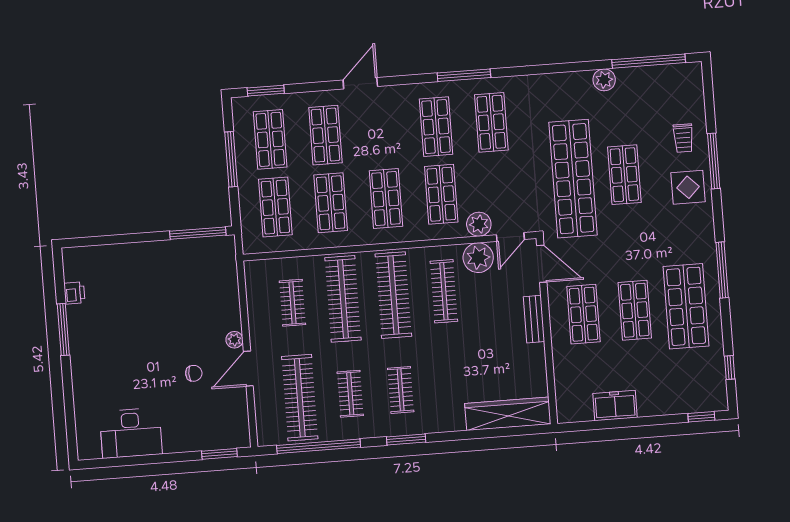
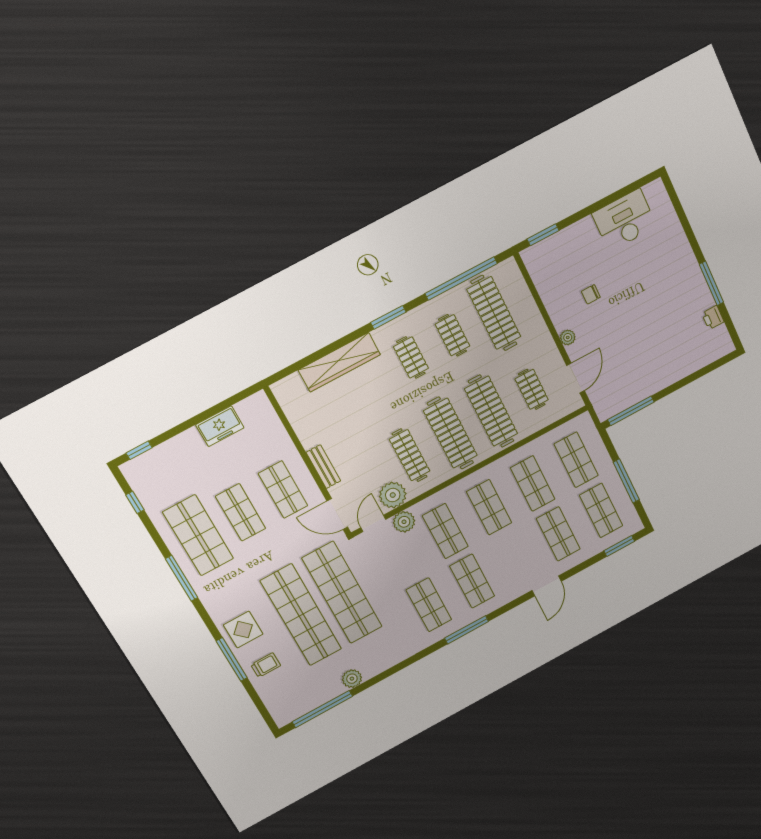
trolley: (683, 138) -> (266, 665), turned 90
shop shelf: (624, 175) -> (301, 615), width x2.00, depth x1.36
door: (248, 369) -> (576, 378), moved
wardrobe: (508, 414) -> (339, 362), moved

